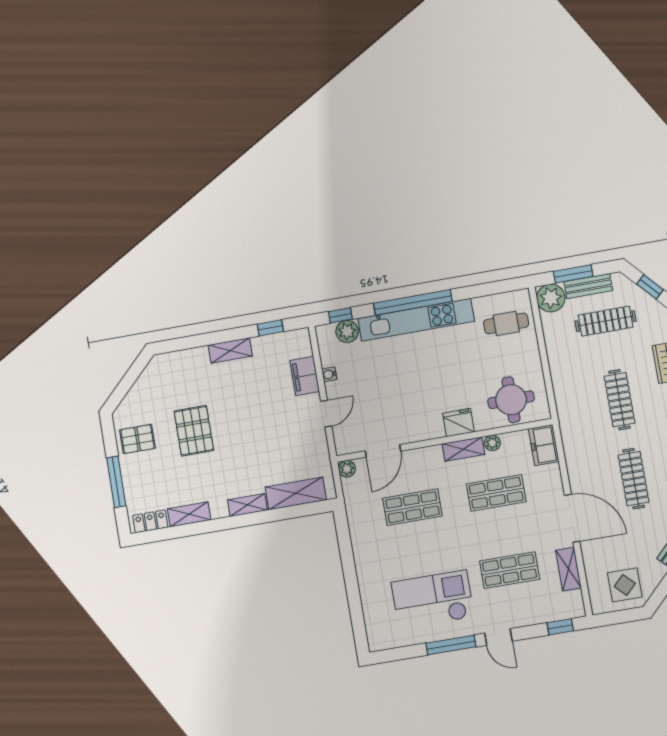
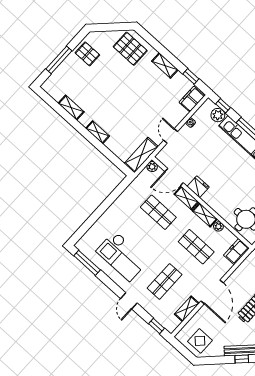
filing cabinet: (305, 376) -> (192, 99), moved
door: (326, 414) -> (171, 136), swing flipped
fridge: (458, 423) -> (198, 187), moved
pallet: (194, 431) -> (130, 49), moved, turned 90
shelving: (423, 456) -> (186, 198), added
shelving: (296, 493) -> (141, 155), moved, turned 90
locker: (150, 521) -> (53, 91), removed
shop shelf: (510, 570) -> (165, 281), turned 90
checkout: (433, 599) -> (122, 256), turned 180
window: (451, 645) -> (87, 263), moved

